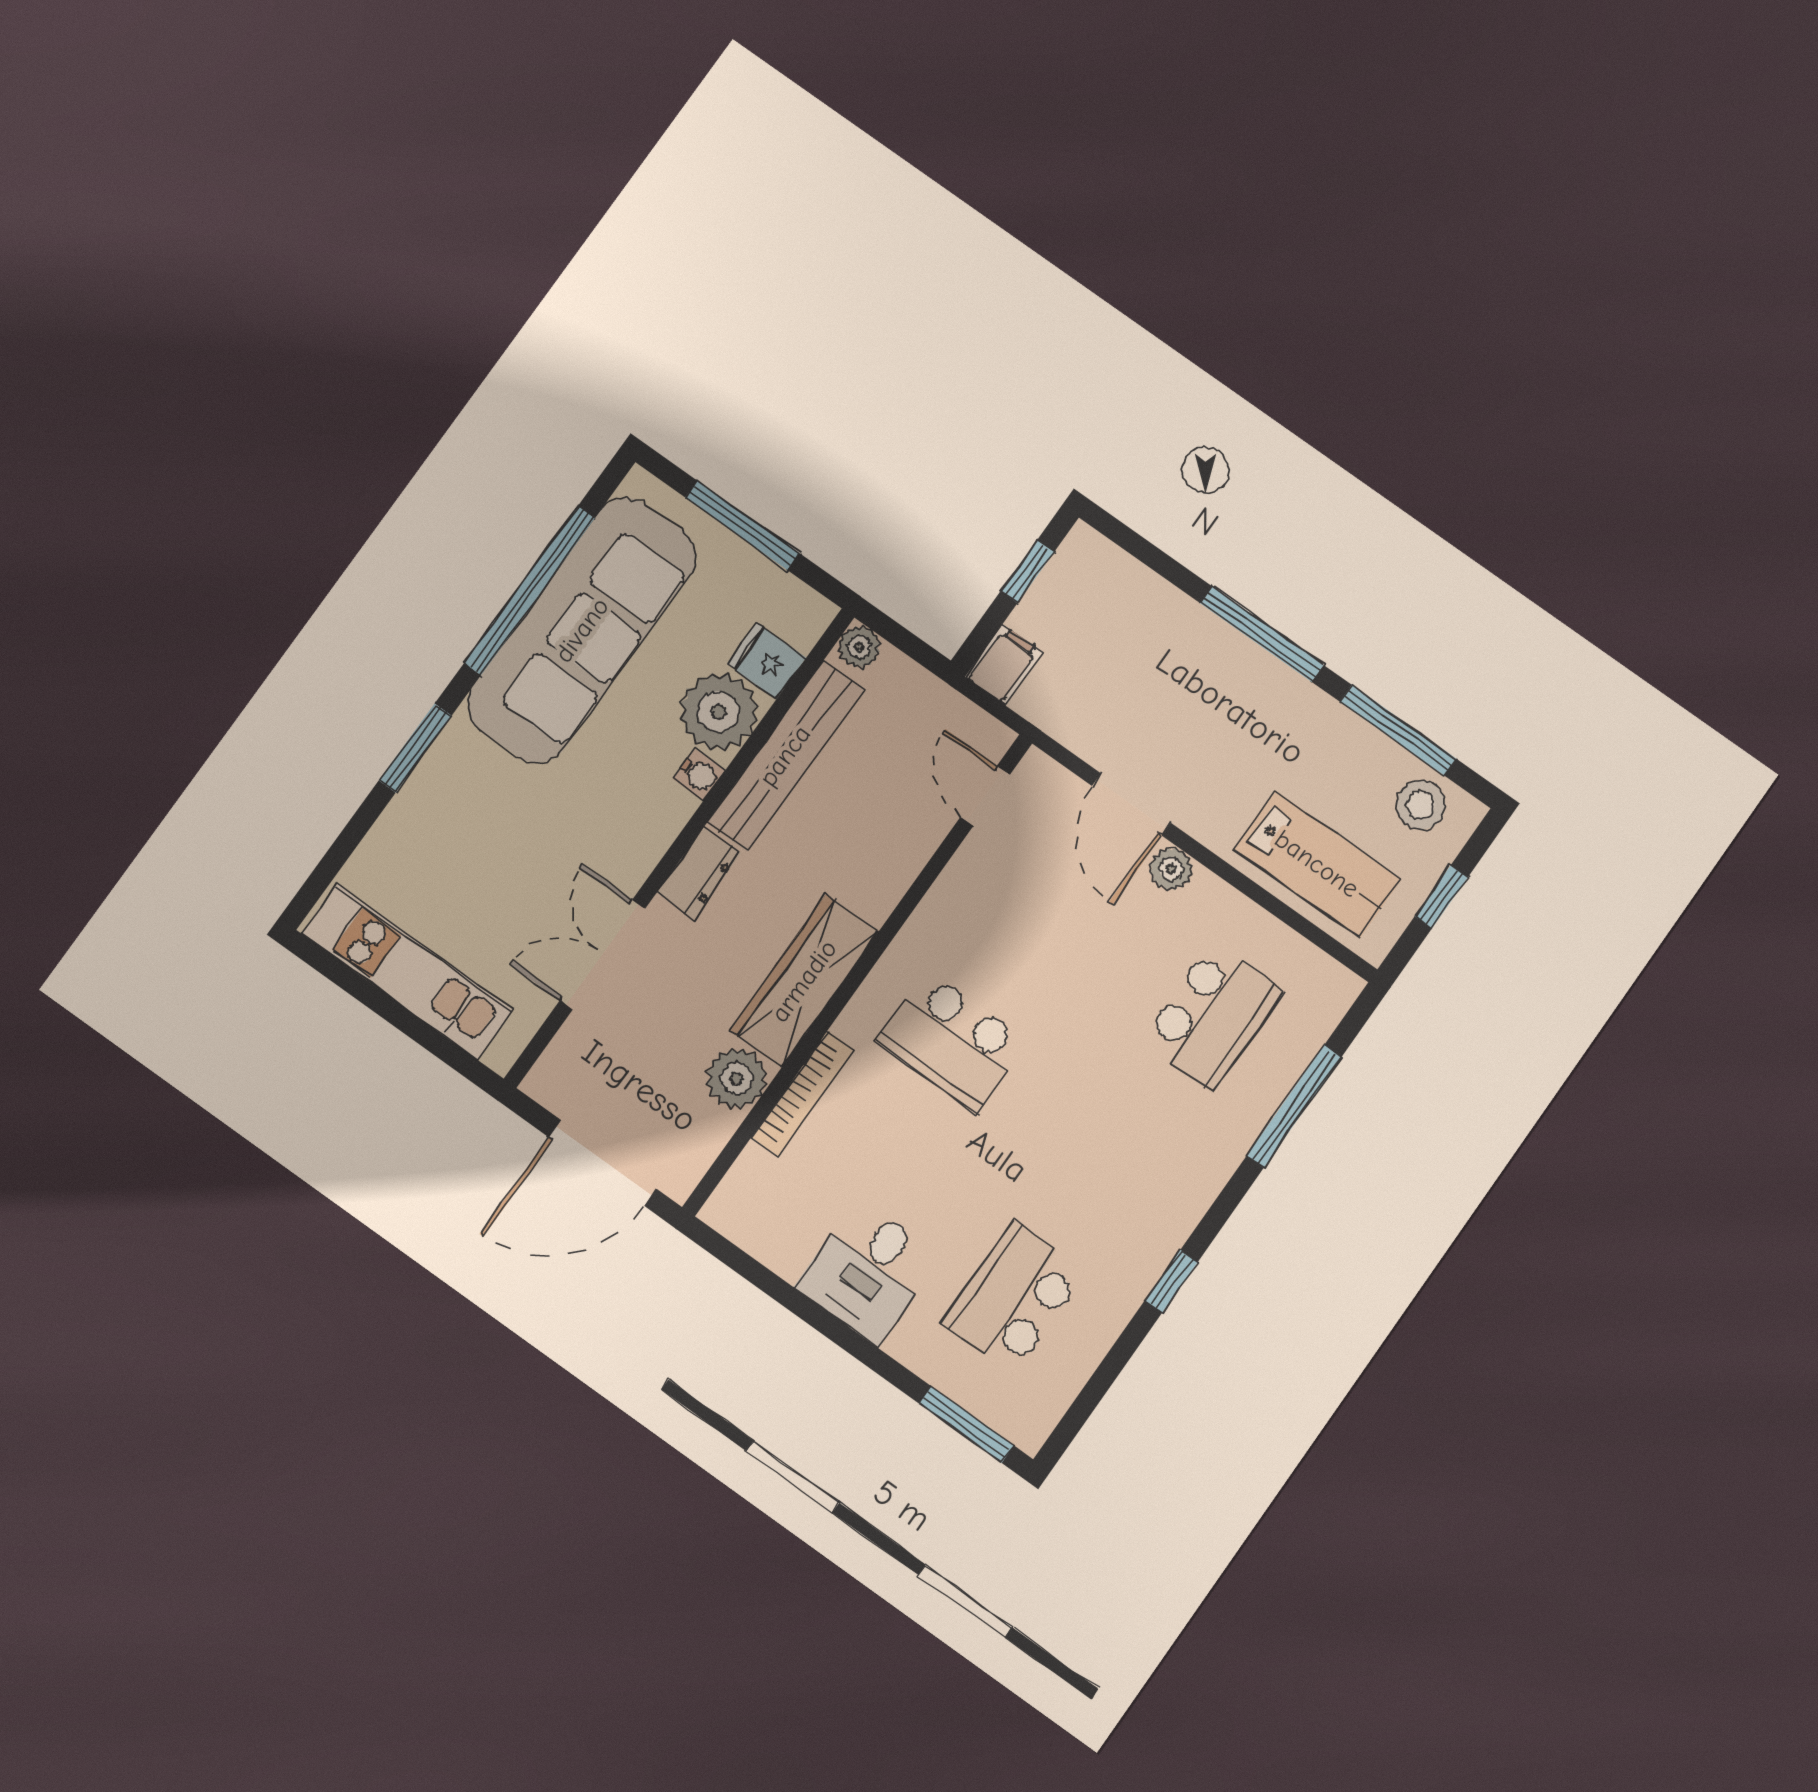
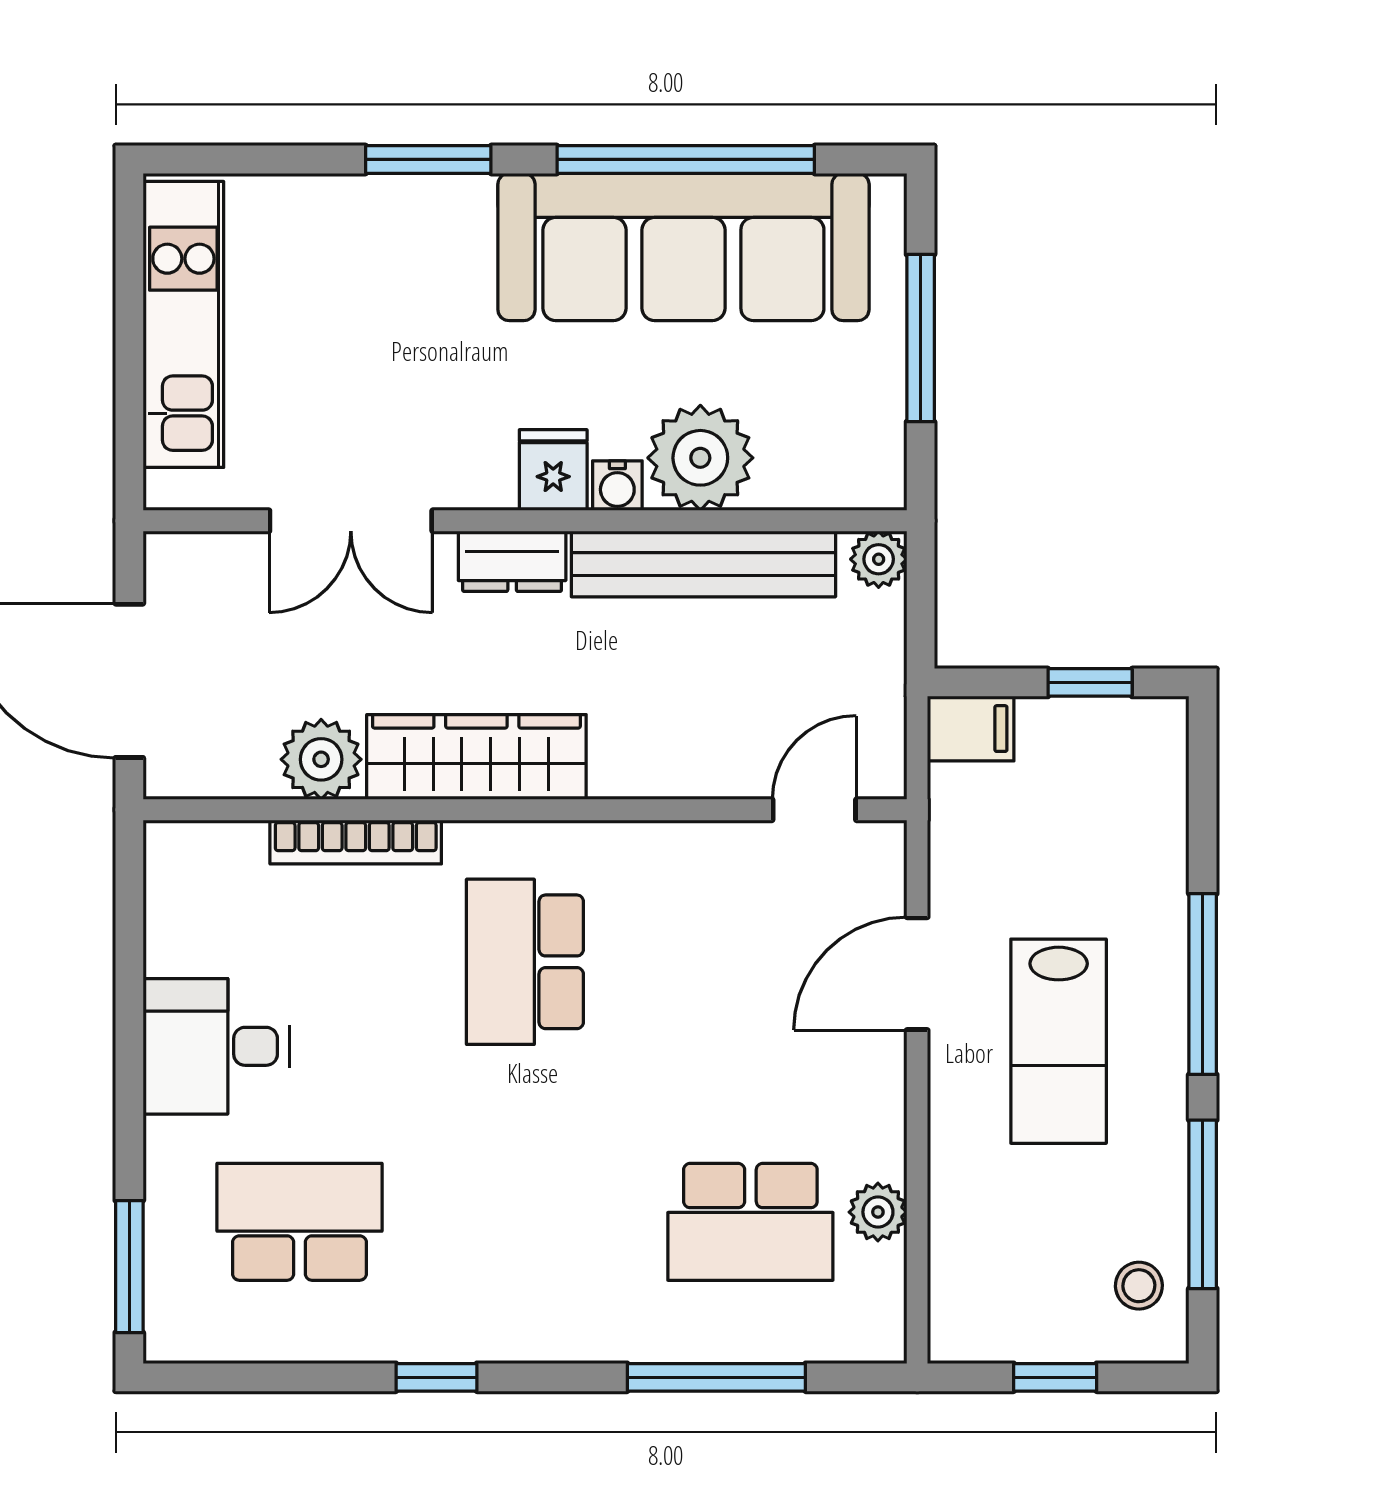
fridge: (767, 661) -> (553, 470), moved
stool: (1421, 805) -> (1139, 1286), width x0.73, depth x0.73
lab bench: (1317, 864) -> (1059, 1041), moved
plant: (1171, 869) -> (878, 1212), moved
double door: (603, 955) -> (351, 521), swing flipped

